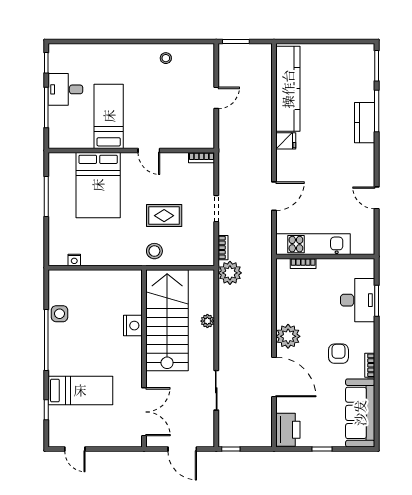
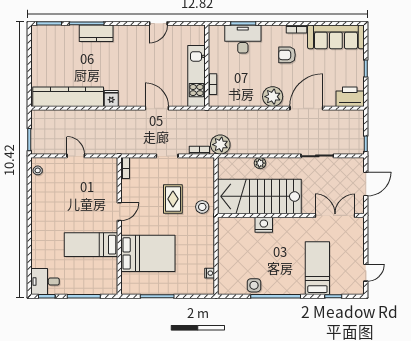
stool: (166, 58) -> (38, 170), moved
desk: (65, 89) -> (45, 281), moved, turned 90

